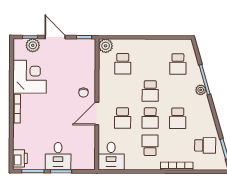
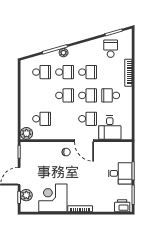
school desk: (178, 91) -> (65, 72), added
desk: (111, 156) -> (110, 128), moved, turned 90

